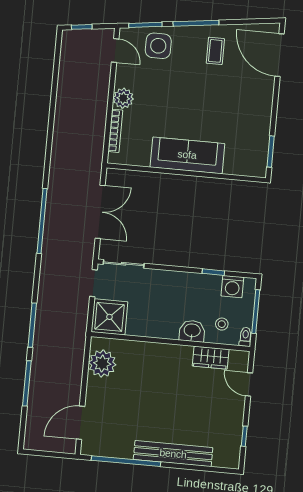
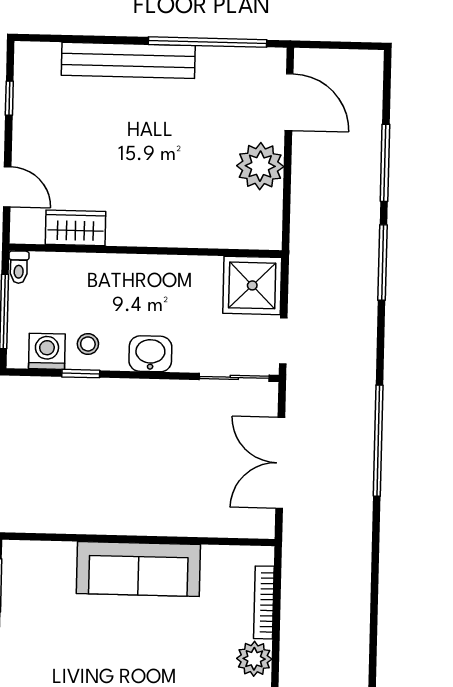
stool: (222, 324) -> (88, 344), moved
washbasin: (192, 331) -> (150, 354), moved, turned 180
plant: (102, 364) -> (260, 166), moved
door: (81, 423) -> (289, 102), hinge flipped

